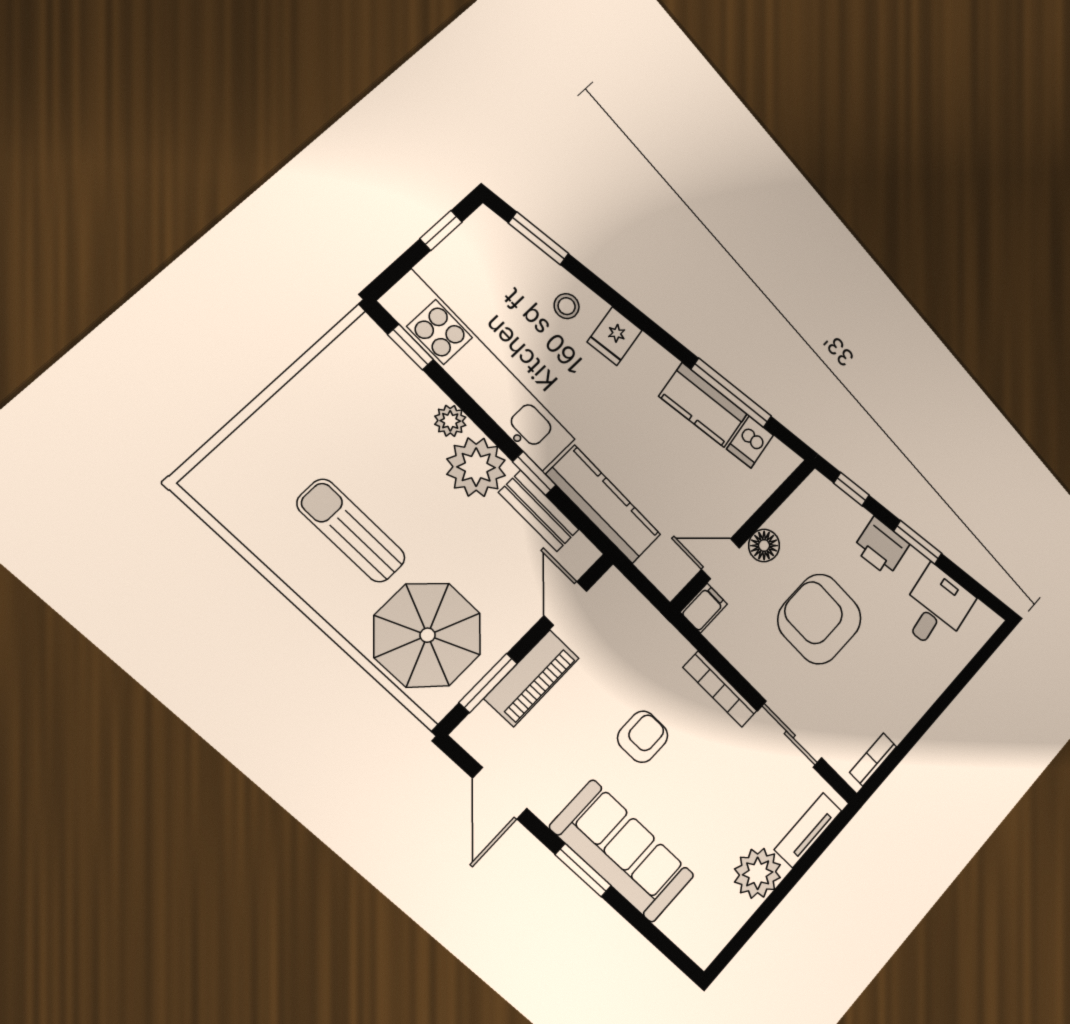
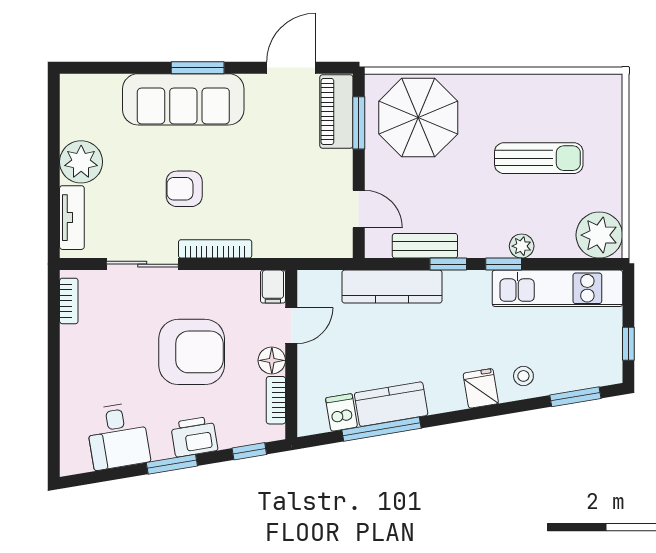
window: (411, 347) -> (504, 264), moved
kitchen unit: (478, 372) -> (557, 288), width x0.73
plant: (476, 467) -> (599, 235), moved
bookcase: (792, 509) -> (276, 400), added
sun lounger: (351, 531) -> (539, 158), moved
piano: (532, 678) -> (336, 112), moved
armchair: (643, 737) -> (184, 189), moved, turned 90
door: (500, 793) -> (291, 68), hinge flipped

